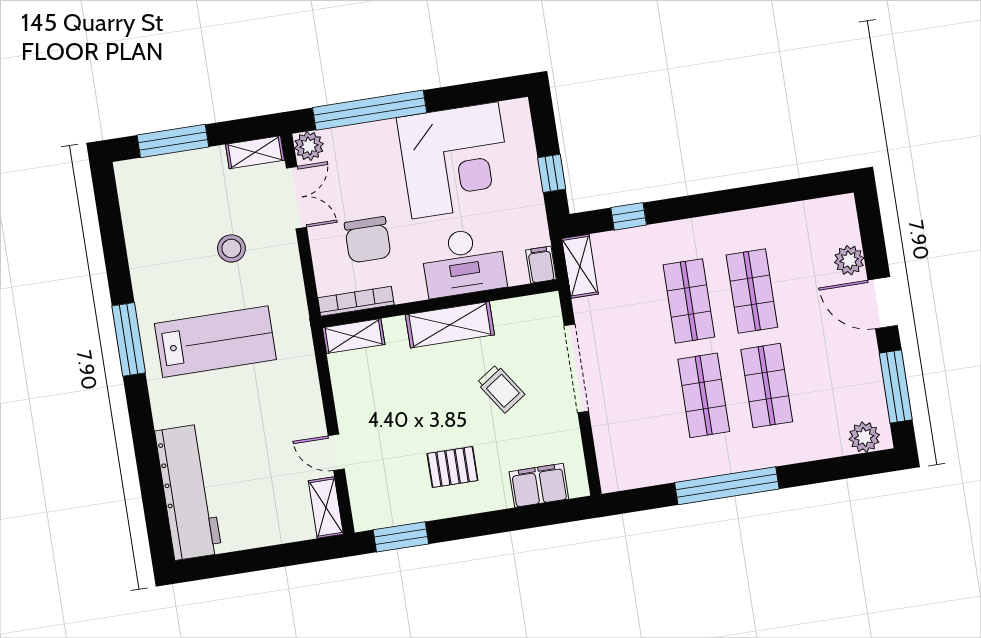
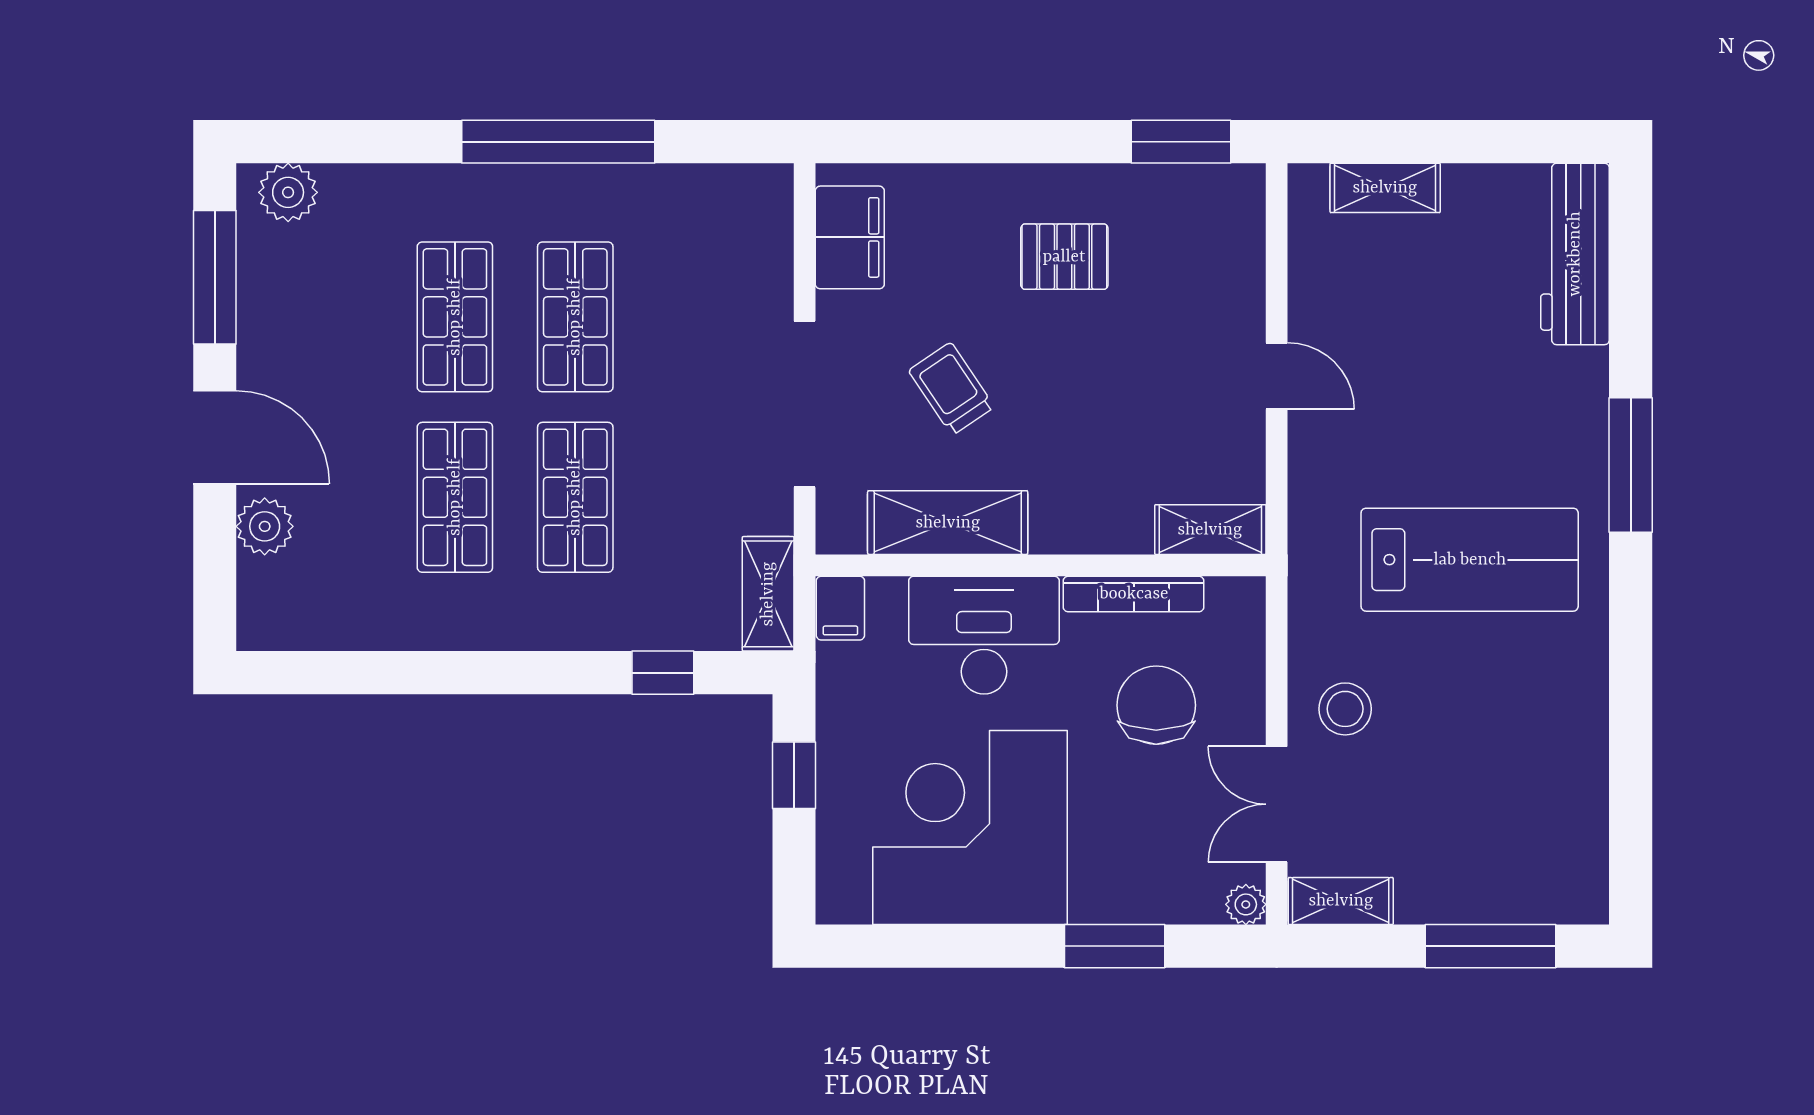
window: (370, 110) -> (1115, 946), width x0.47
plant: (309, 146) -> (1246, 904), width x0.73, depth x0.73
stool: (231, 248) -> (1345, 709), moved
bookcase: (356, 301) -> (1134, 594), moved
shelving: (450, 325) -> (948, 523), moved
window: (129, 339) -> (1631, 465), moved
lab bench: (215, 342) -> (1470, 560), turned 180
door: (336, 452) -> (1277, 376), moved
filing cabinet: (539, 485) -> (850, 237), moved, turned -90
workbench: (188, 492) -> (1575, 254), width x0.73, depth x0.76
shelving: (326, 508) -> (1385, 188), moved, turned 90

